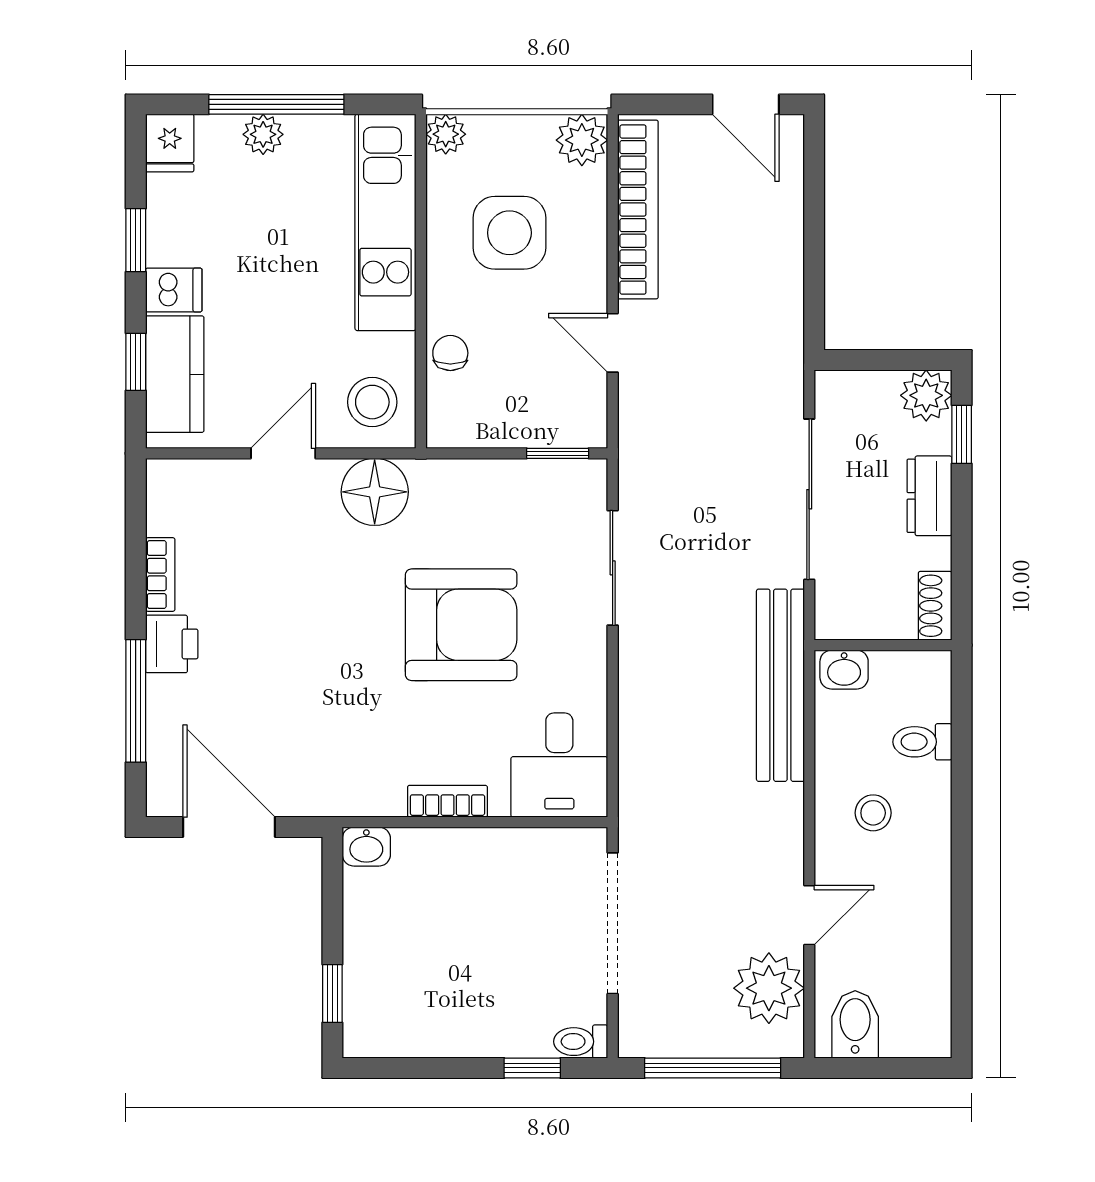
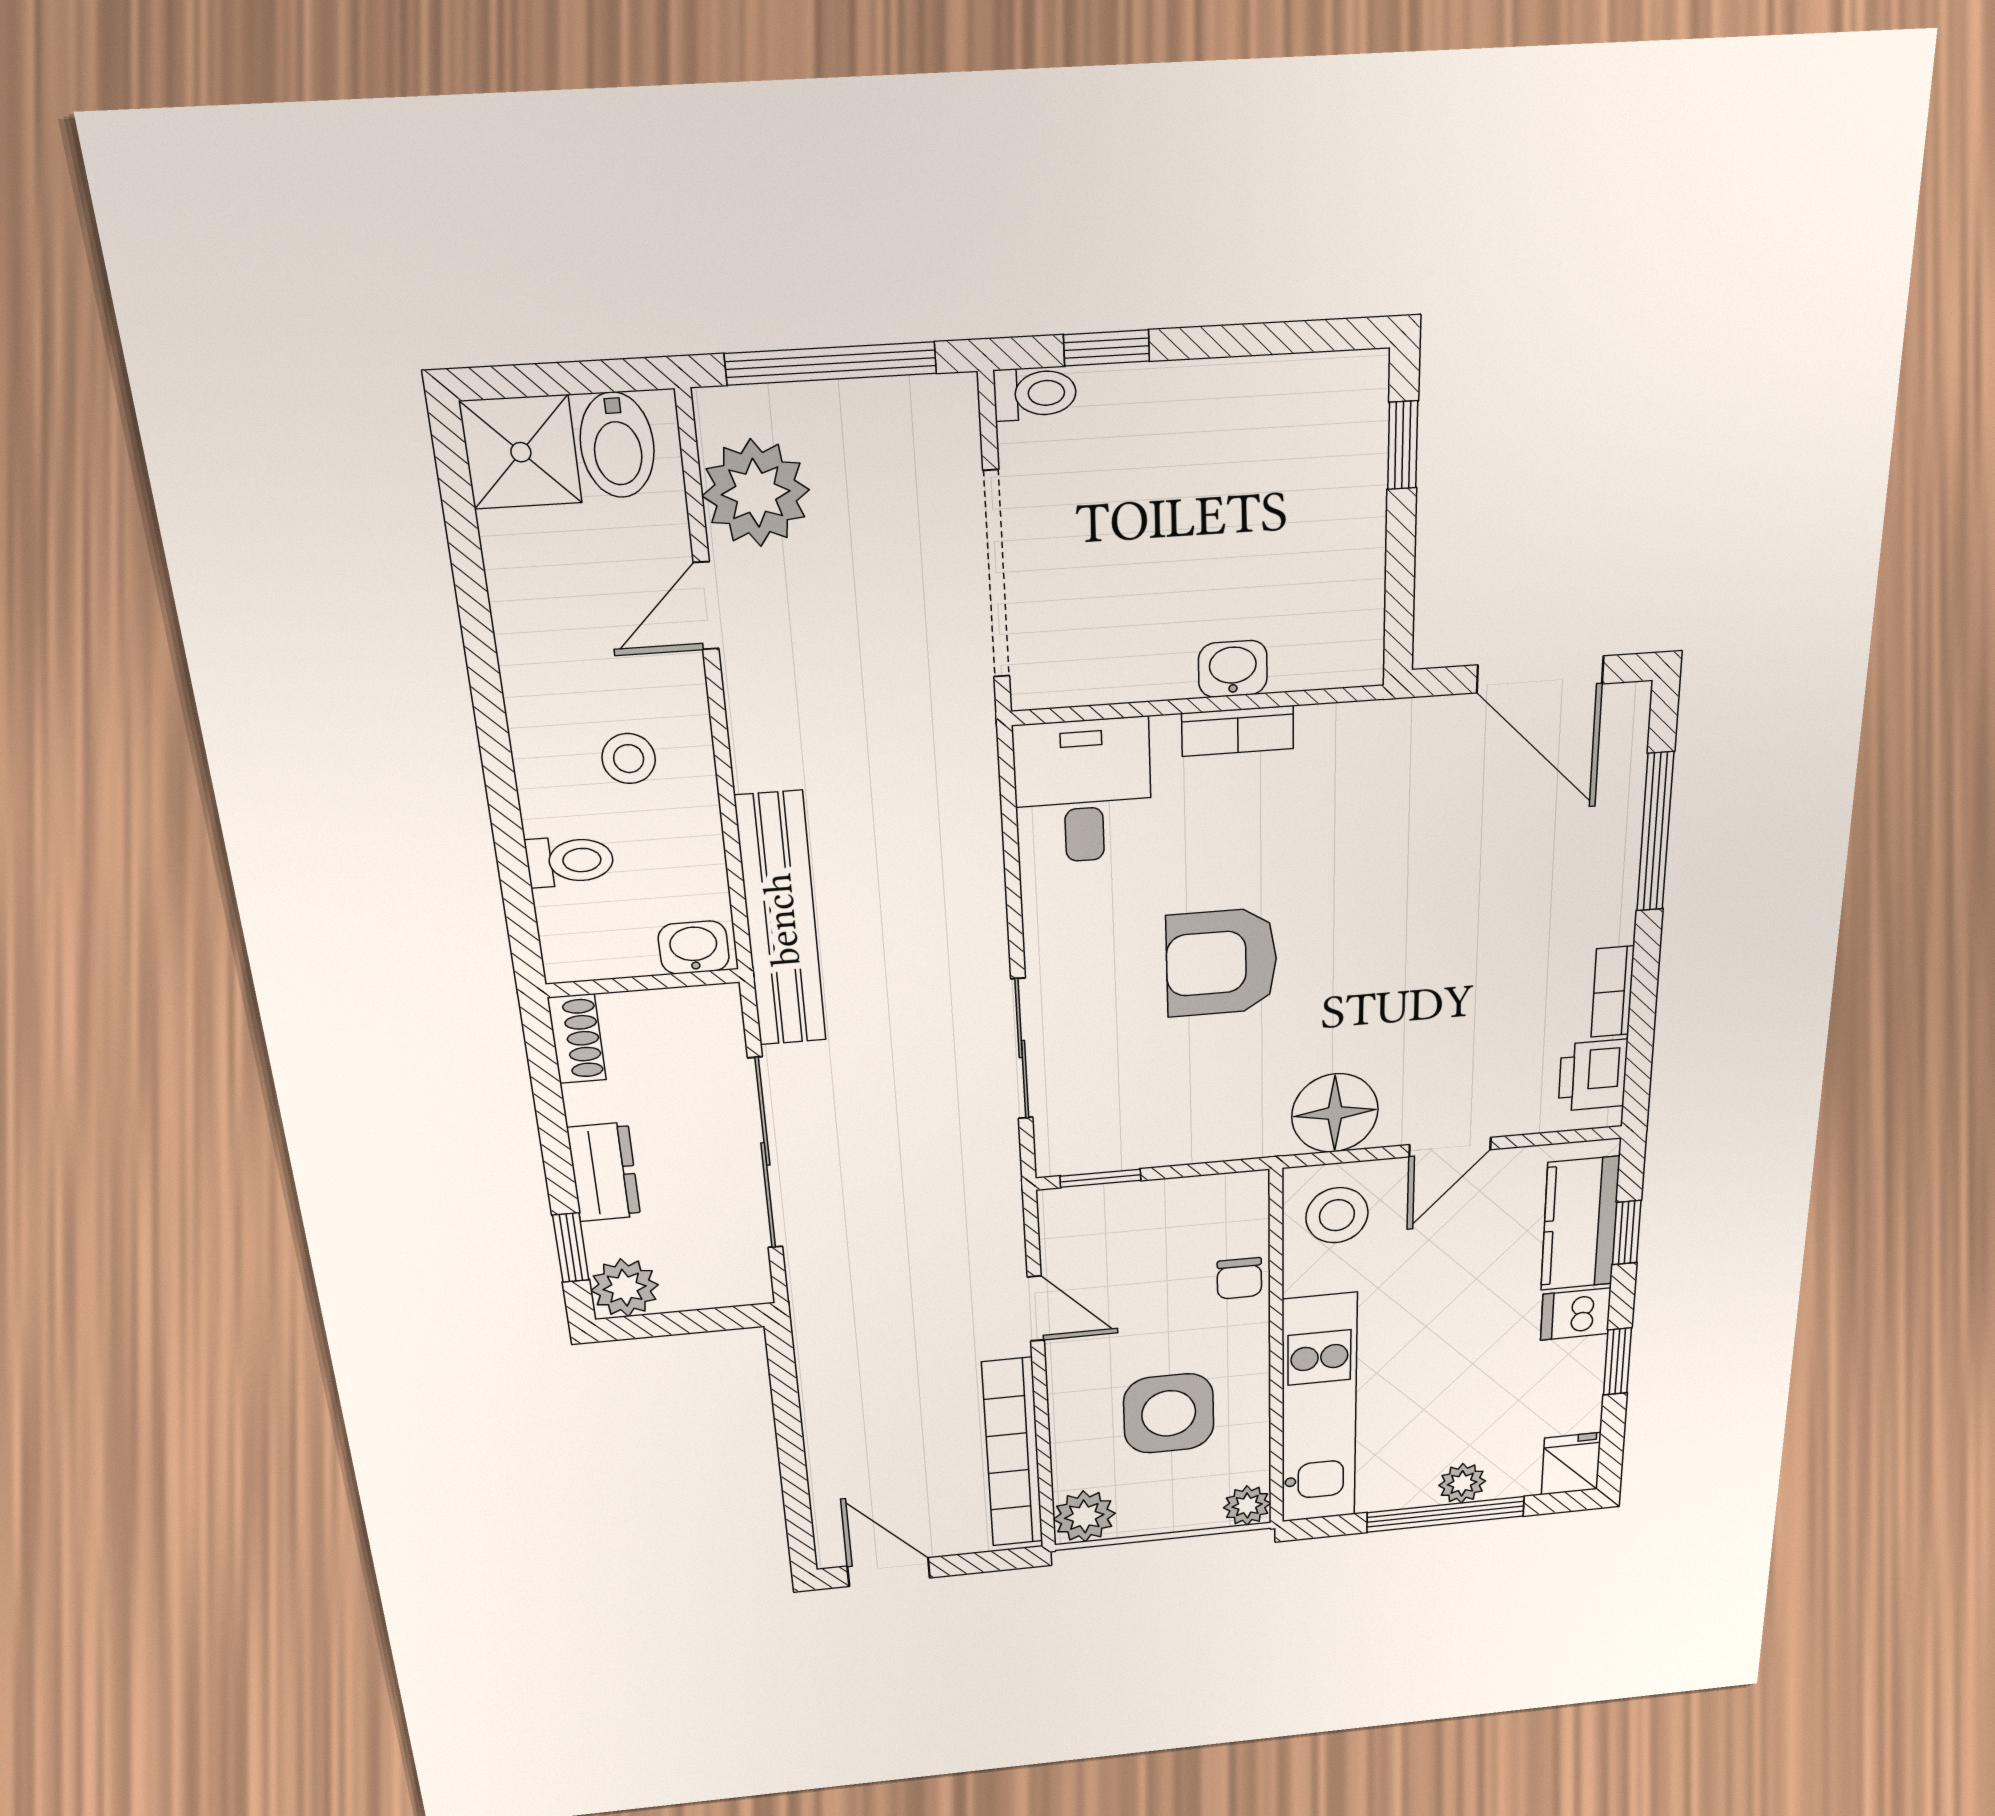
armchair: (461, 625) -> (1222, 962), width x0.73, depth x0.73
printer: (172, 644) -> (1593, 1075), moved
washbasin: (366, 847) -> (1233, 669), moved
shower: (917, 1023) -> (521, 452), added

